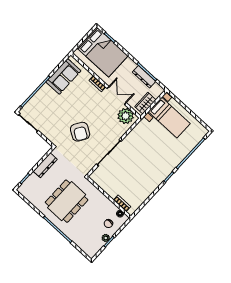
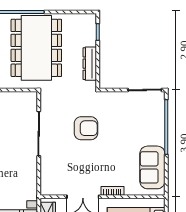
plant: (126, 116) -> (55, 185), removed
armchair: (80, 132) -> (86, 128), turned 148
dining table: (67, 201) -> (36, 48), width x1.36, depth x1.24

